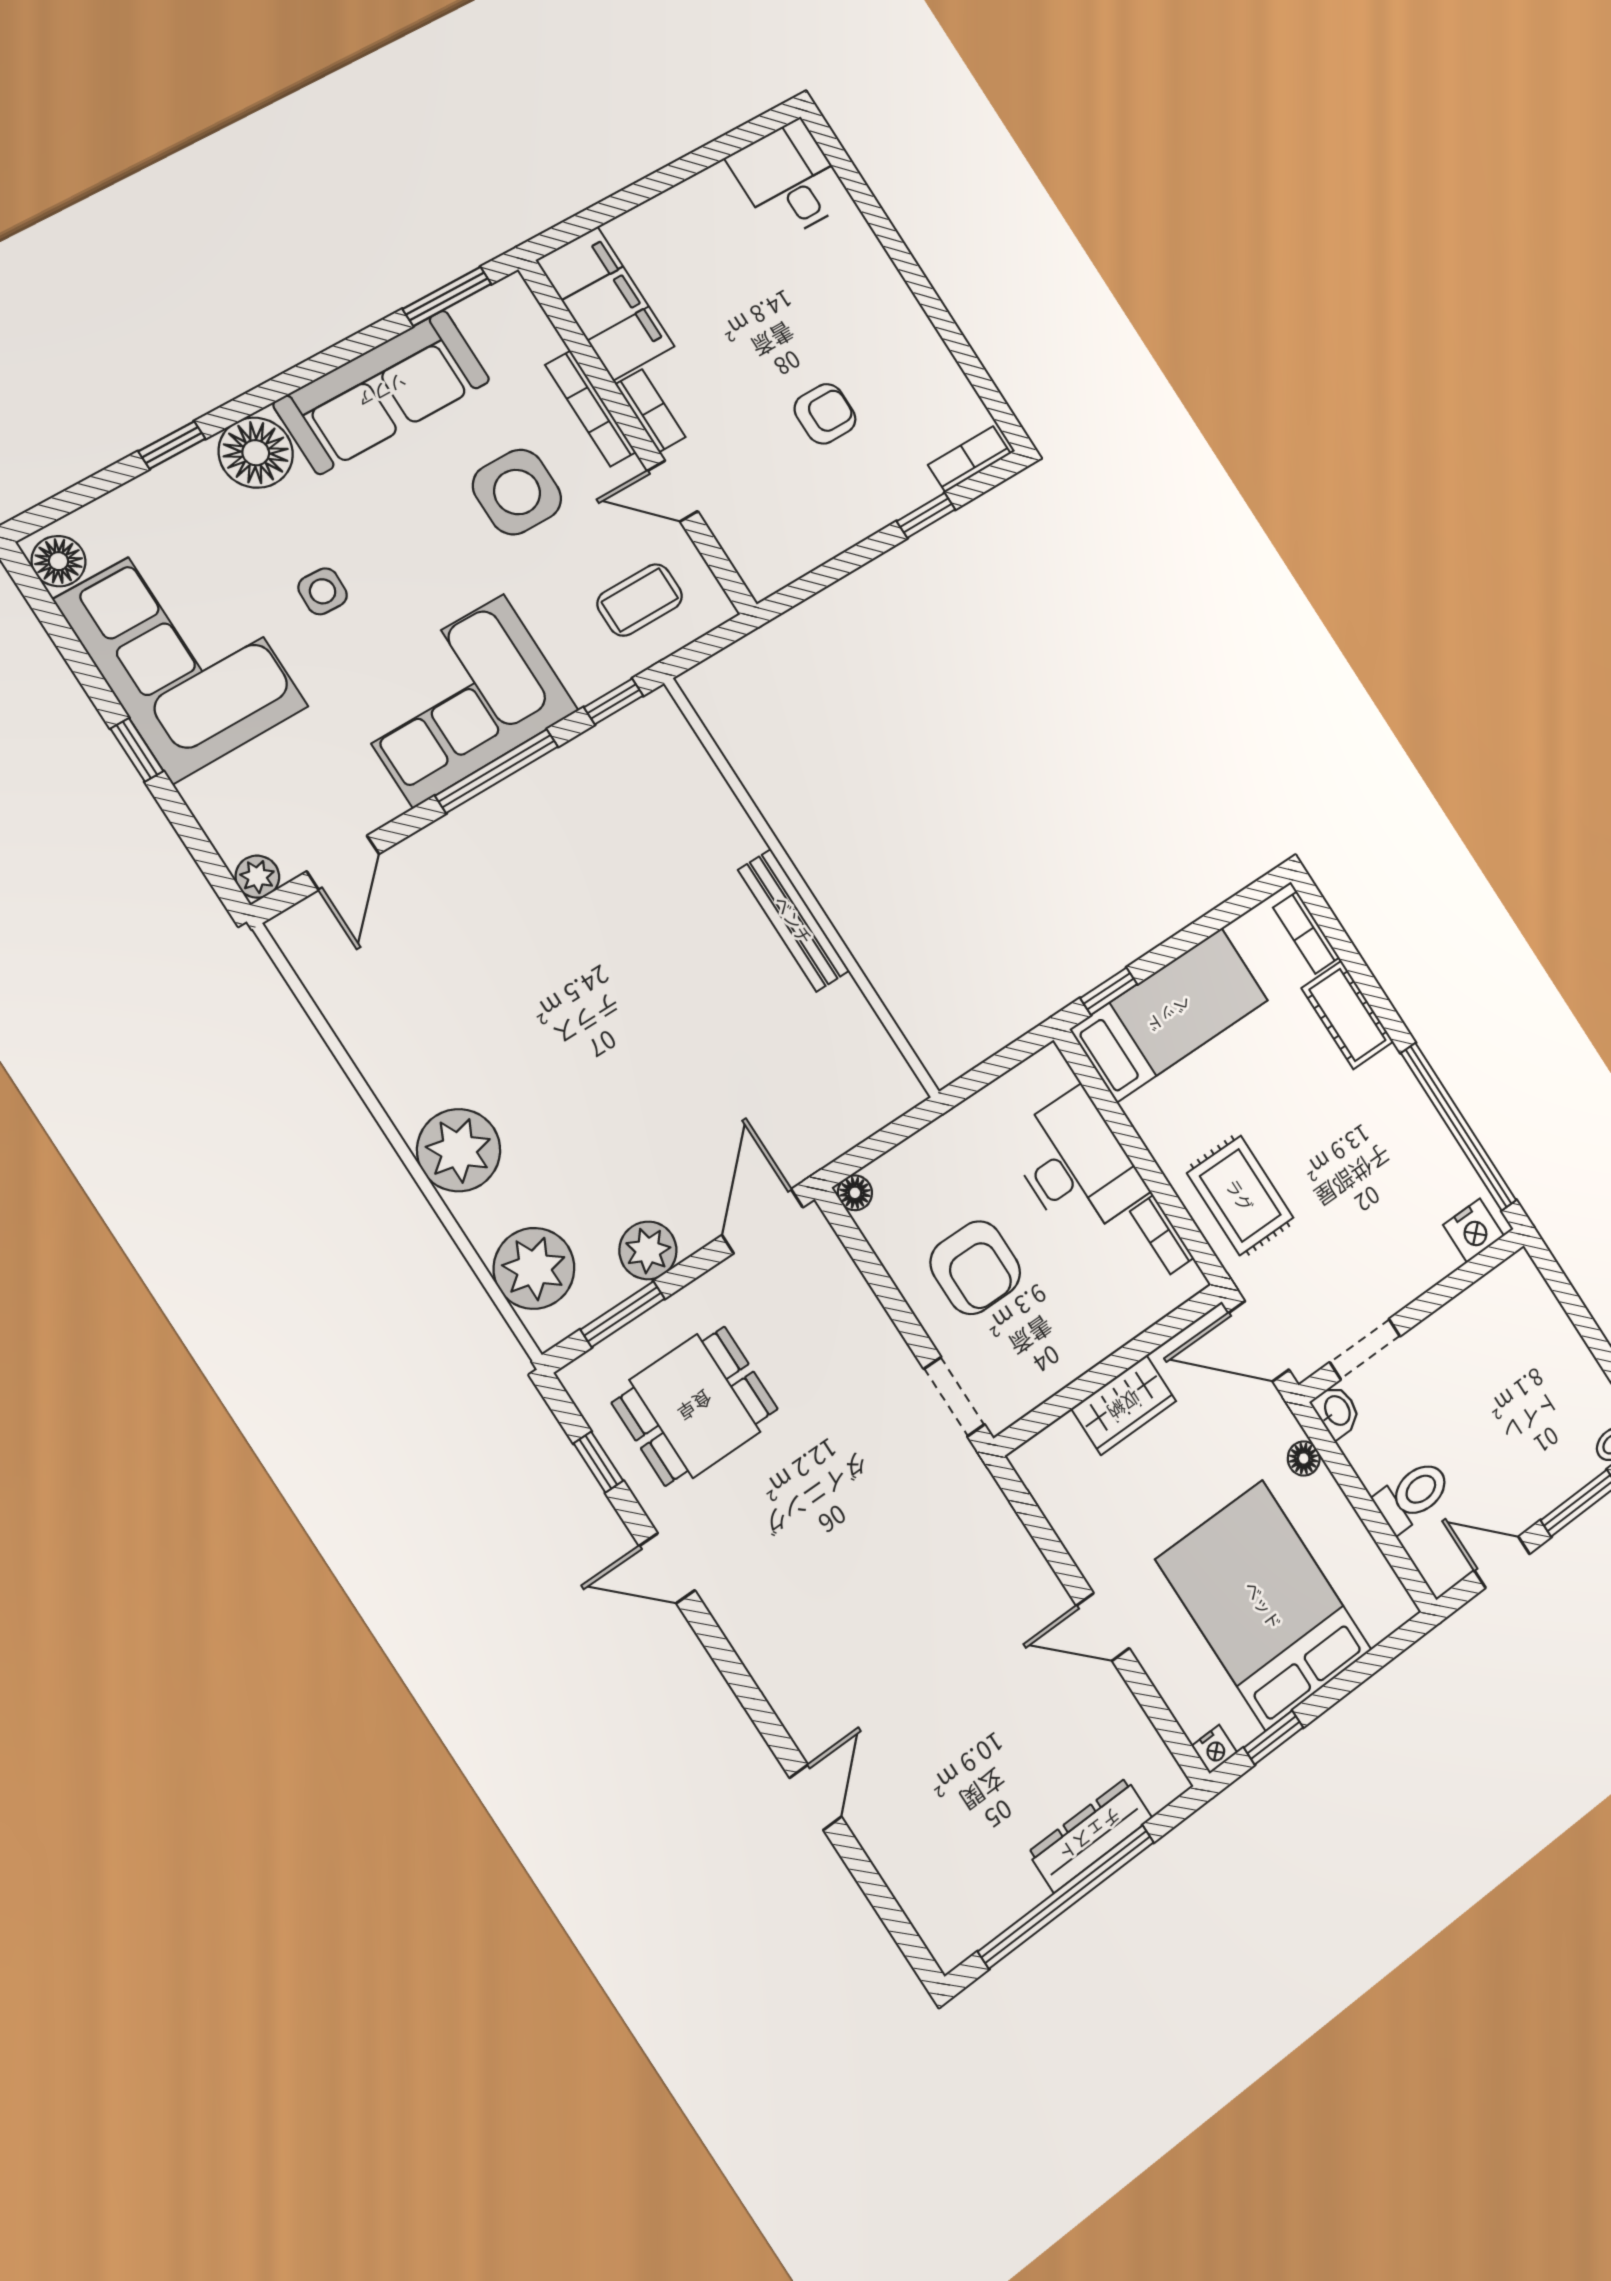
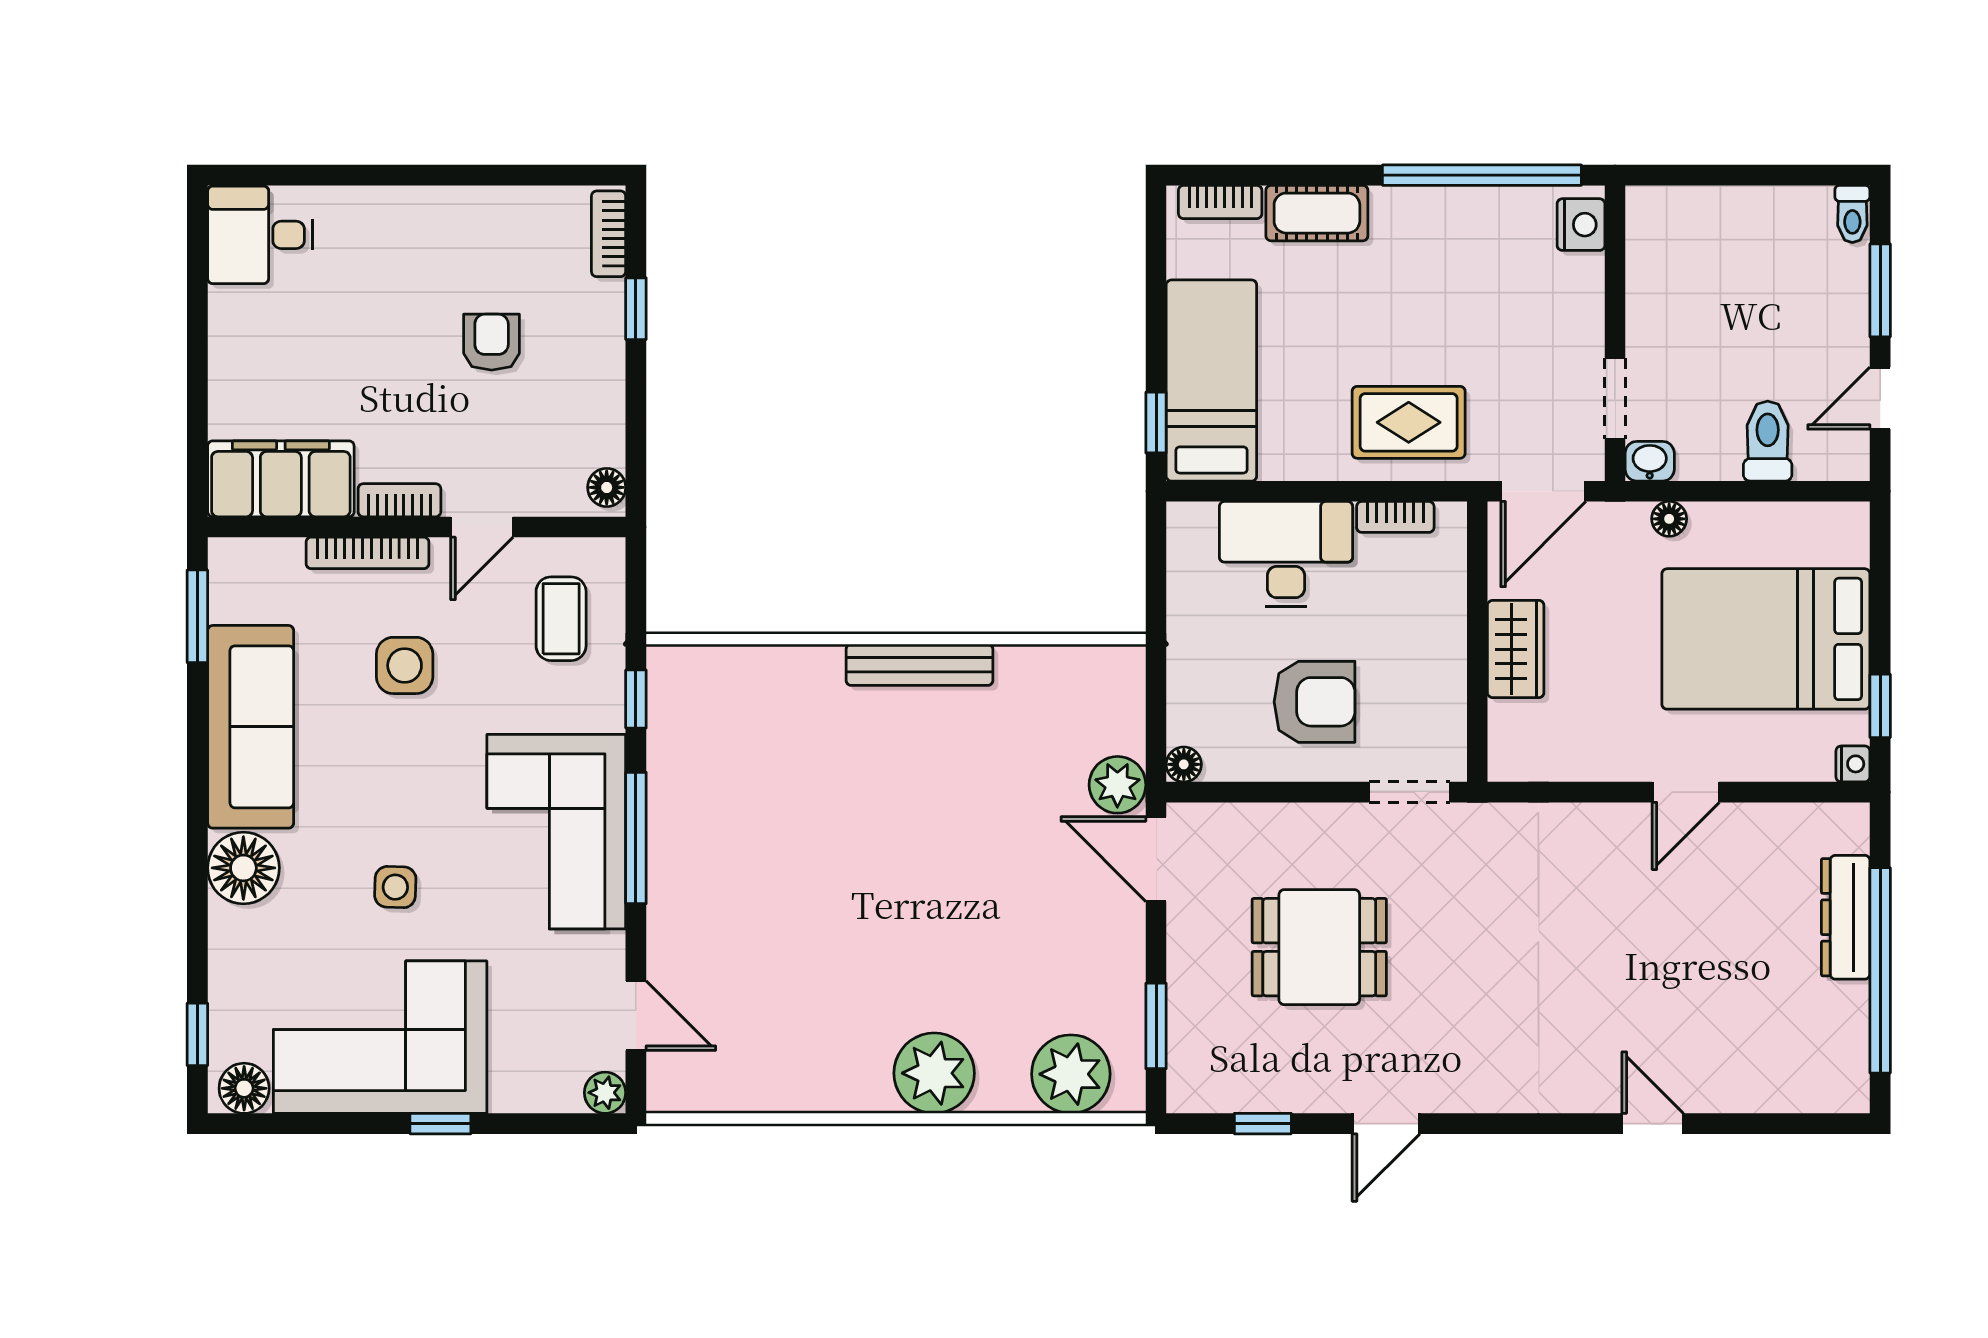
window: (172, 445) -> (197, 1034), moved
side table: (517, 492) -> (405, 665), width x0.73, depth x0.73
floor lamp: (770, 575) -> (607, 487), added
plant: (648, 1250) -> (1117, 785), moved
dining table: (695, 1406) -> (1319, 947), moved, turned 90

